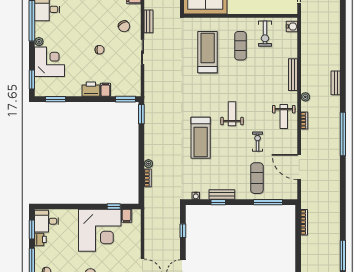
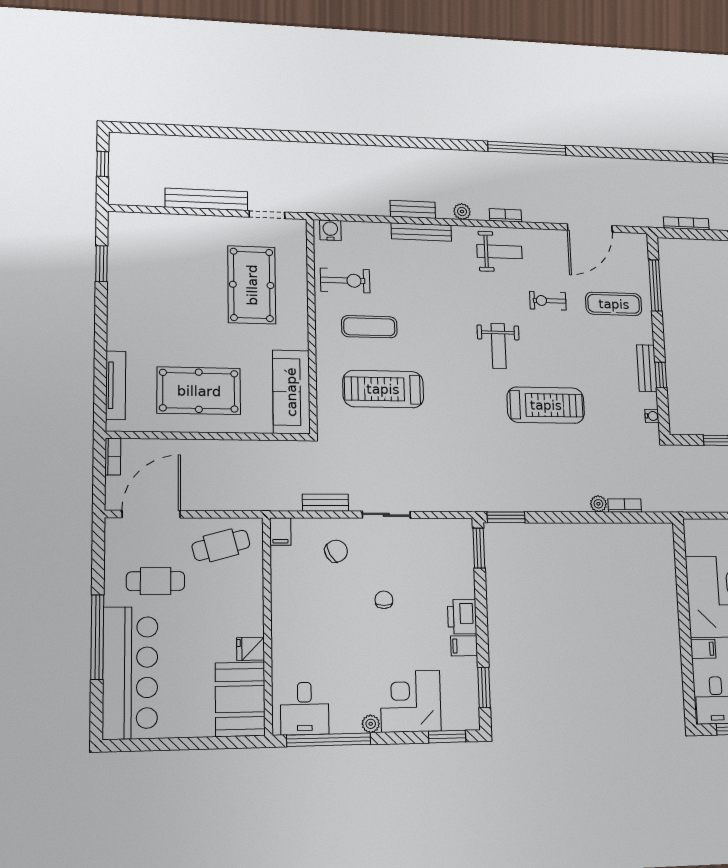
bench: (336, 83) -> (413, 209), moved
filing cabinet: (105, 90) -> (464, 646), moved
weight bench: (232, 114) -> (499, 346), turned -90
window: (114, 207) -> (681, 570), removed
filing cabinet: (127, 216) -> (703, 649), moved

